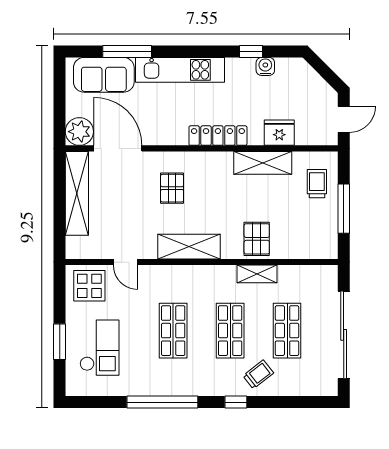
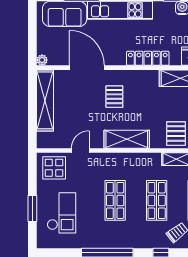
plant: (79, 132) -> (42, 60), width x0.53, depth x0.53
door: (118, 148) -> (87, 68), moved
door: (125, 262) -> (80, 150), swing flipped

